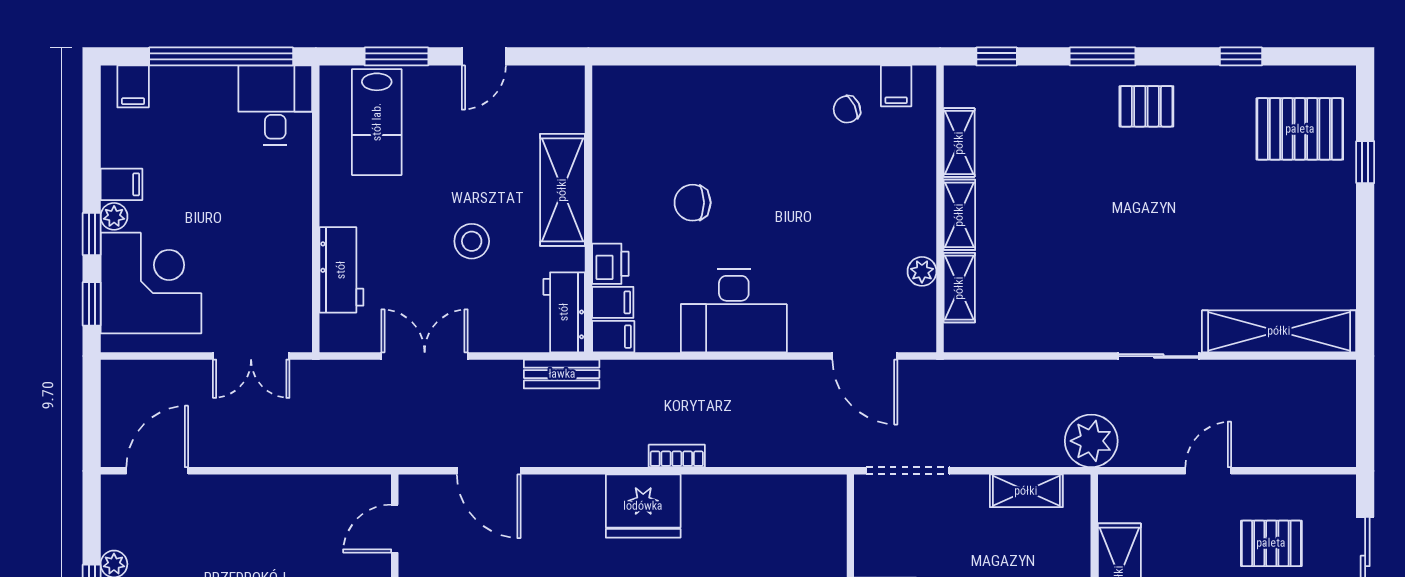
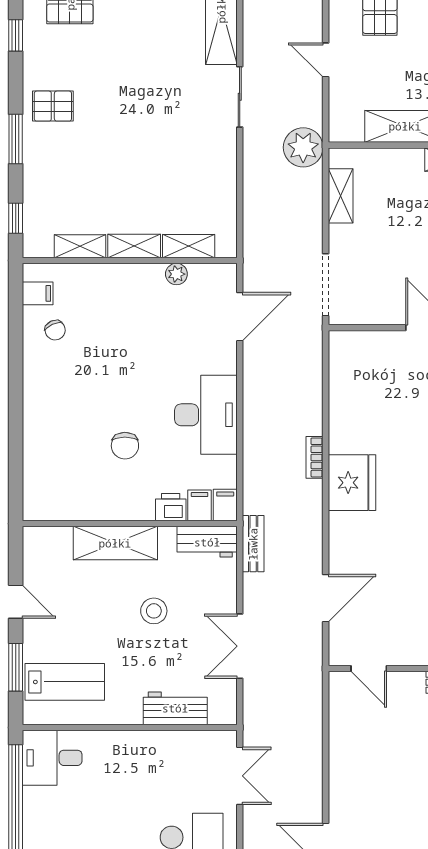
pallet: (1146, 106) -> (53, 106), turned 90

